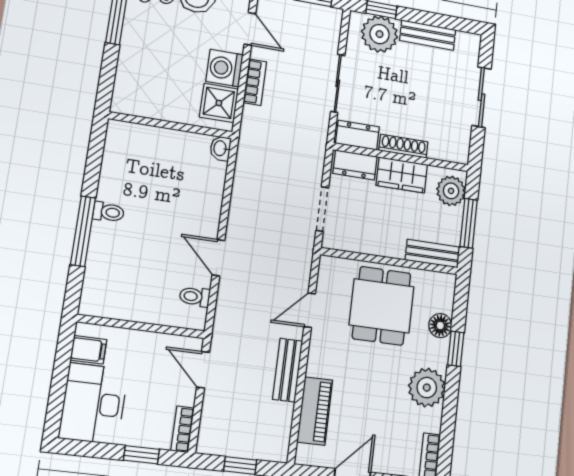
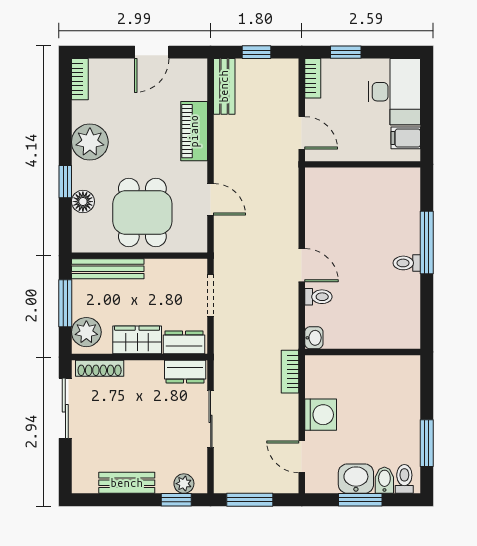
plant: (380, 34) -> (184, 484), width x0.53, depth x0.53
bookcase: (255, 82) -> (290, 372), moved
sliding door: (481, 97) -> (65, 408), moved
shower: (219, 103) -> (321, 380), removed
shoe rack: (403, 146) -> (100, 368), moved
bench: (433, 254) -> (108, 269), width x1.36
door: (218, 258) -> (302, 265), moved
toilet: (195, 297) -> (318, 297), moved
door: (310, 310) -> (211, 199), hinge flipped
bench: (288, 370) -> (224, 86), moved
piano: (315, 411) -> (194, 131), moved

